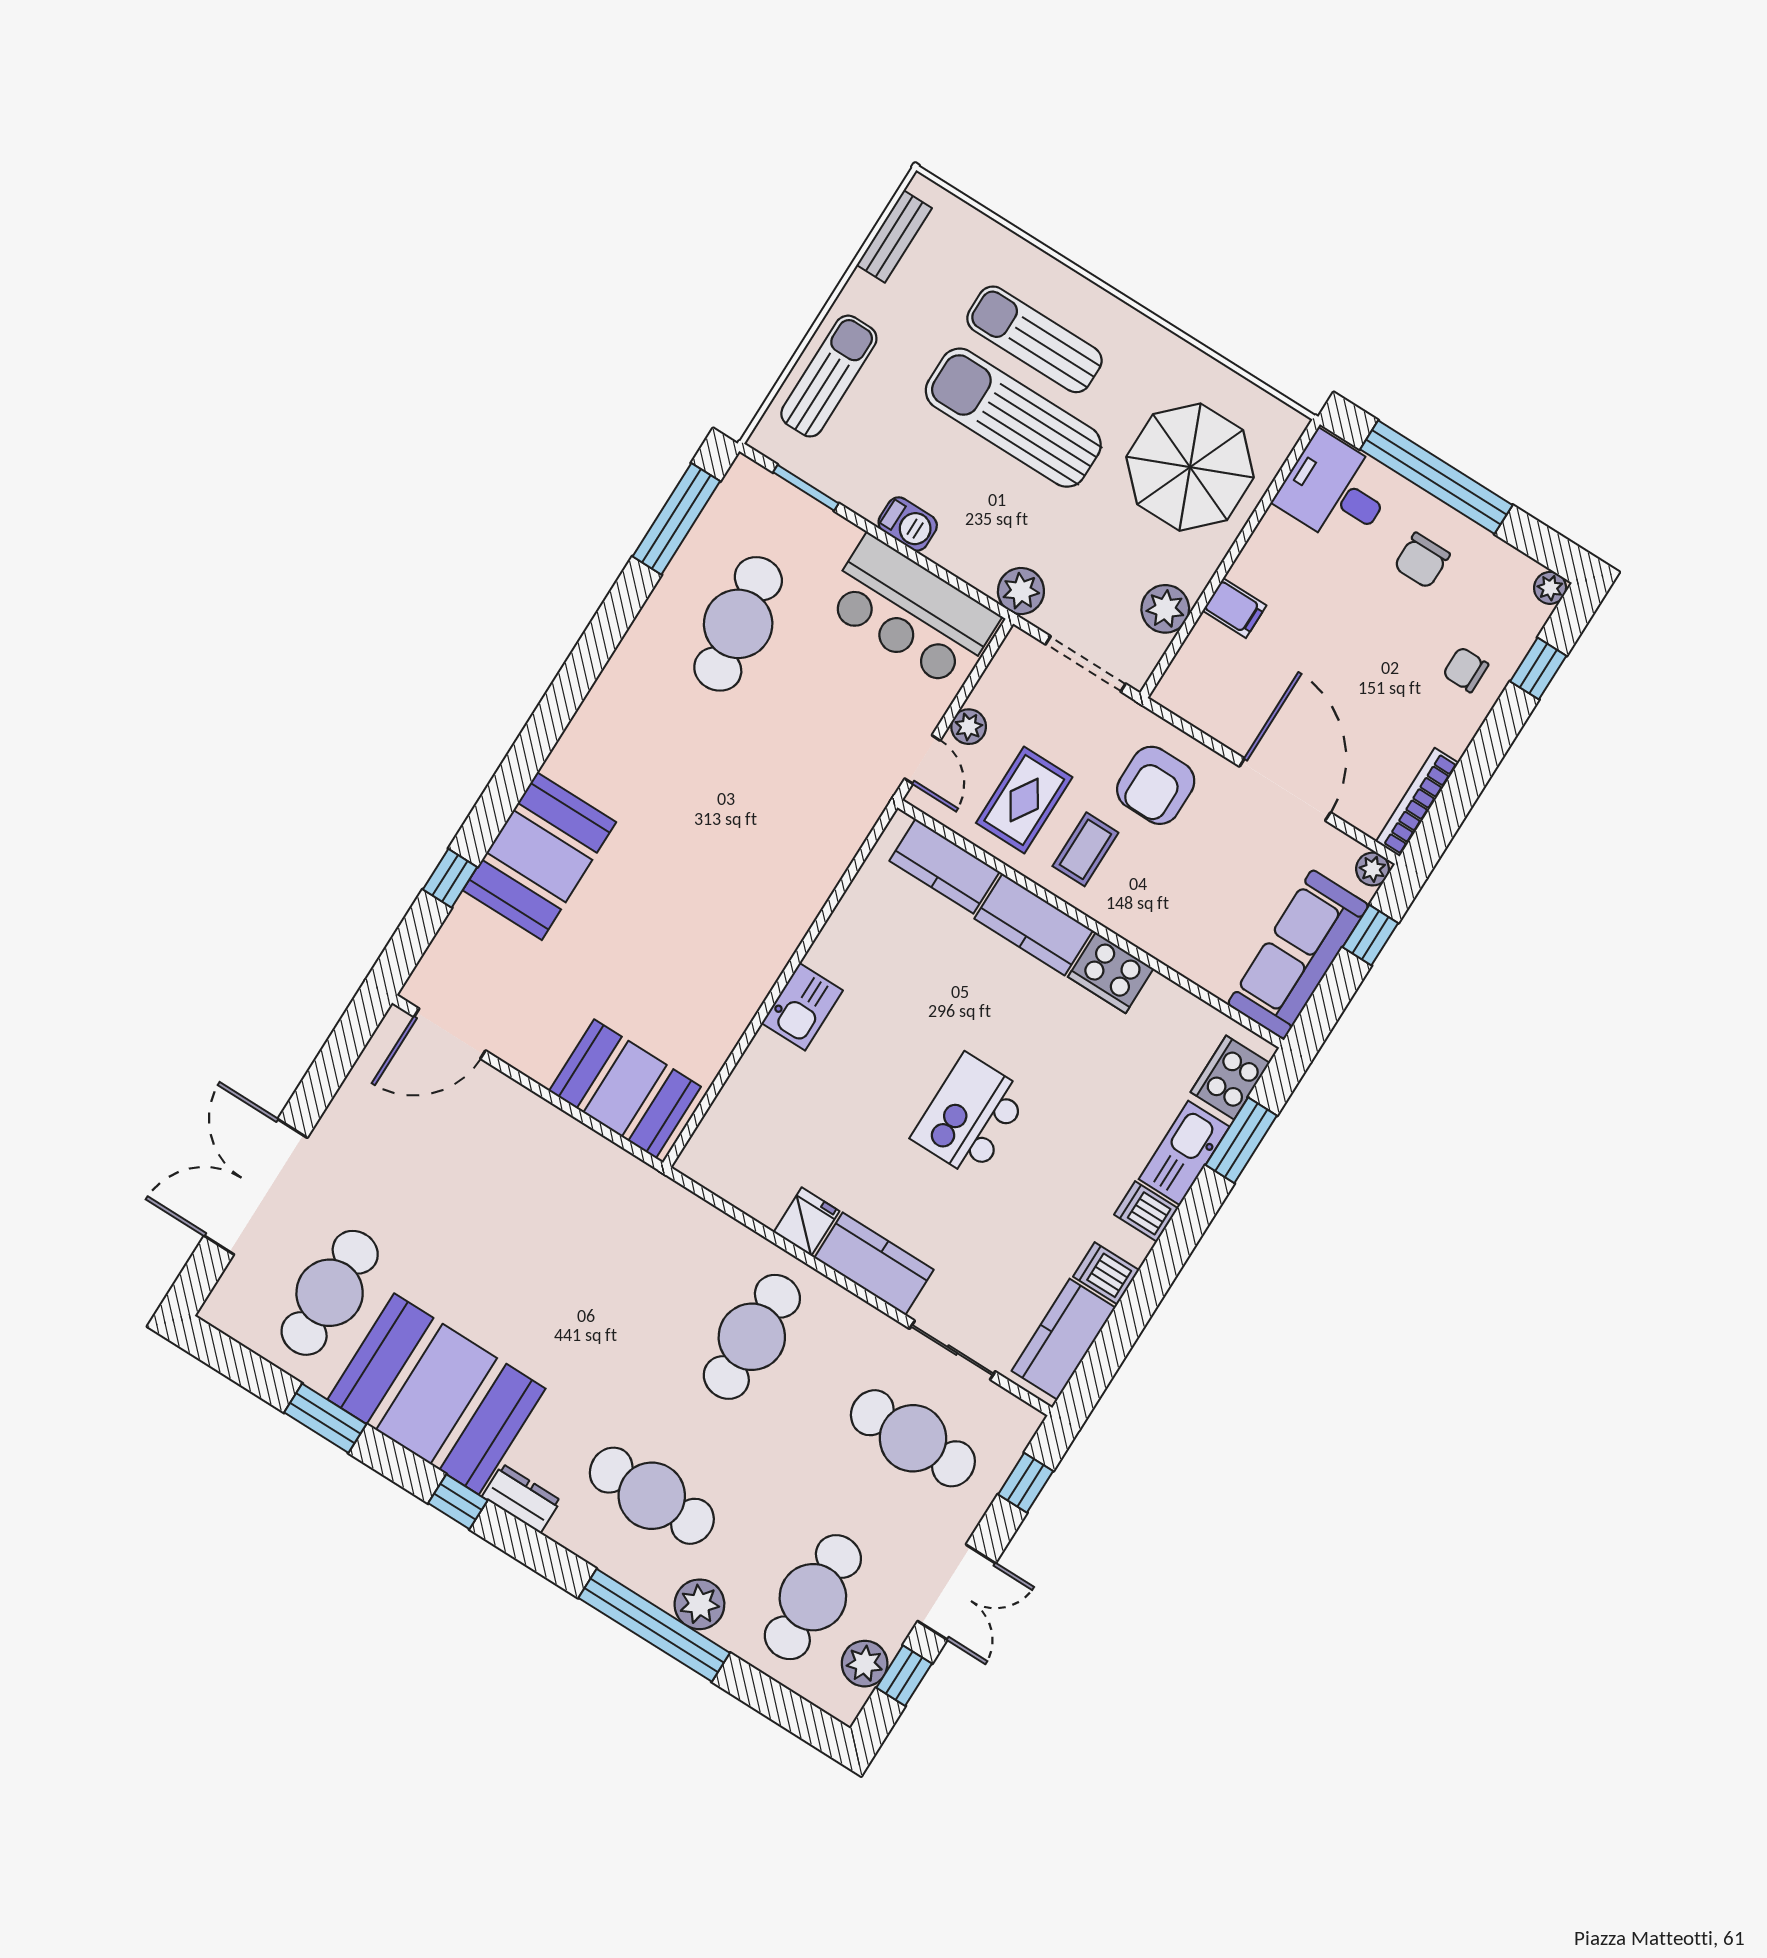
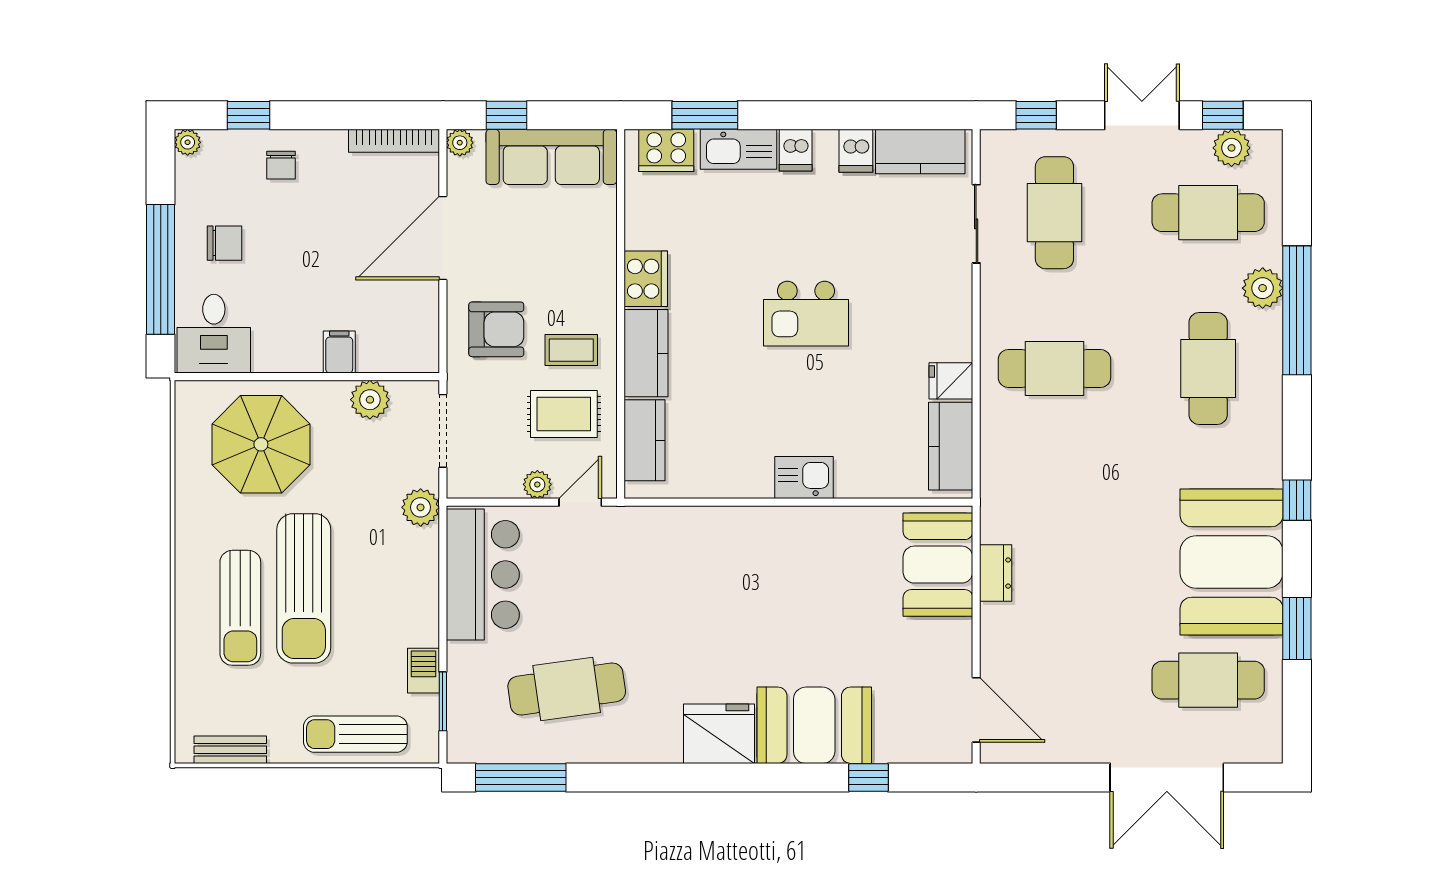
barbecue: (908, 524) -> (423, 671), moved
fridge: (593, 752) -> (719, 734), added
kitchen counter: (874, 1264) -> (951, 446), moved
dresser: (521, 1499) -> (996, 573), moved, turned 180

